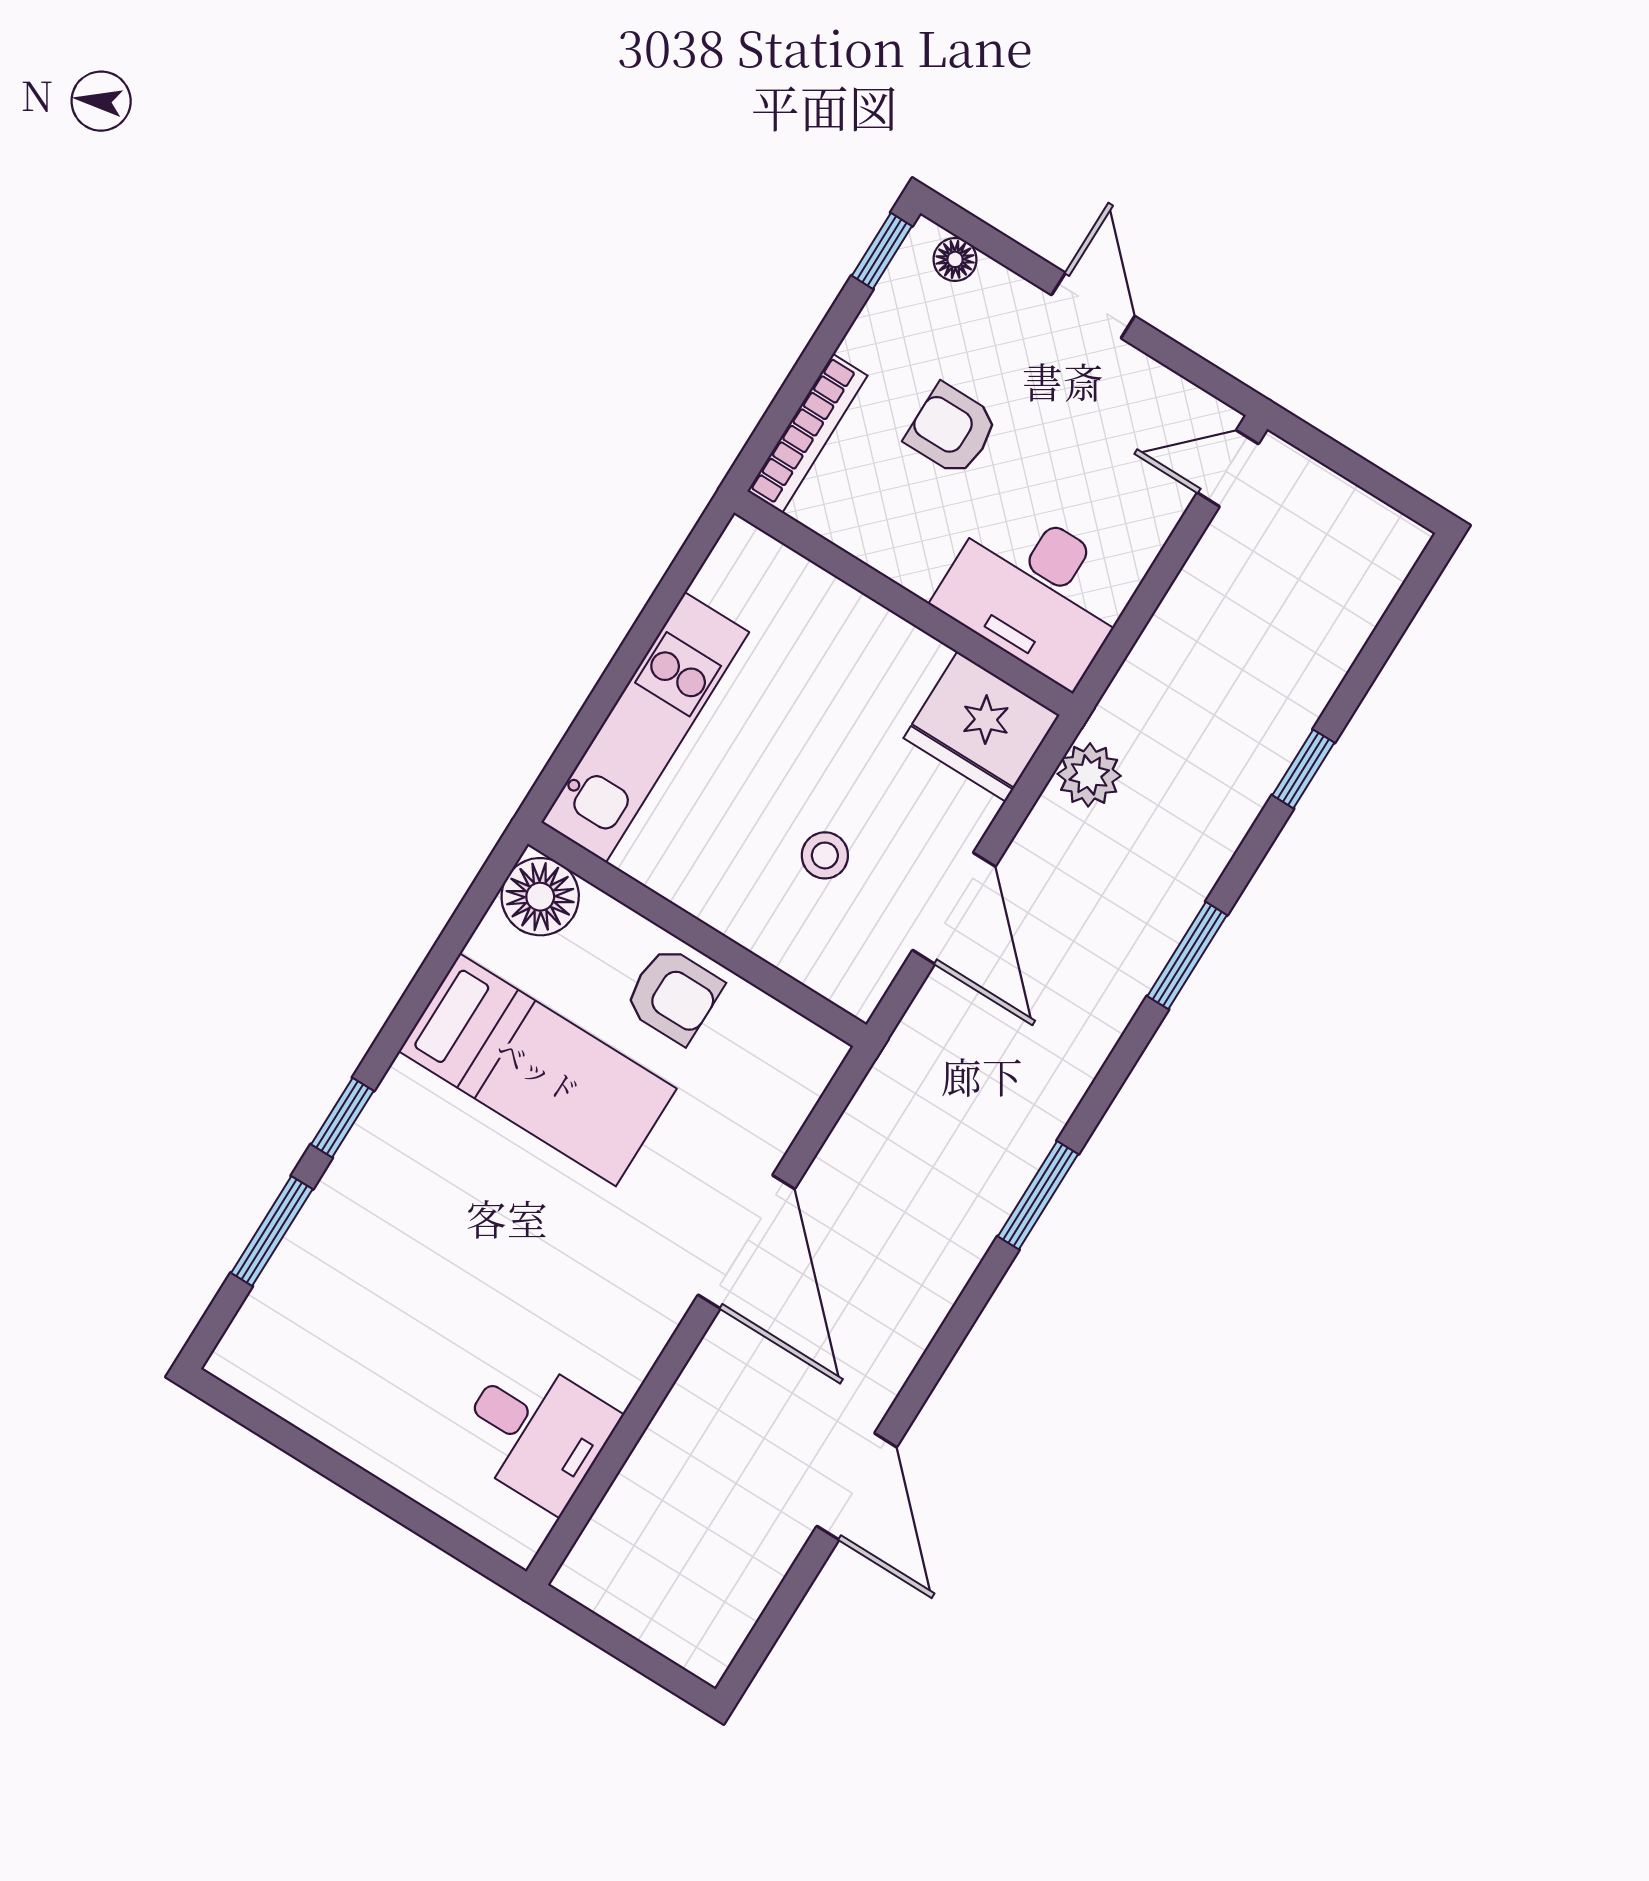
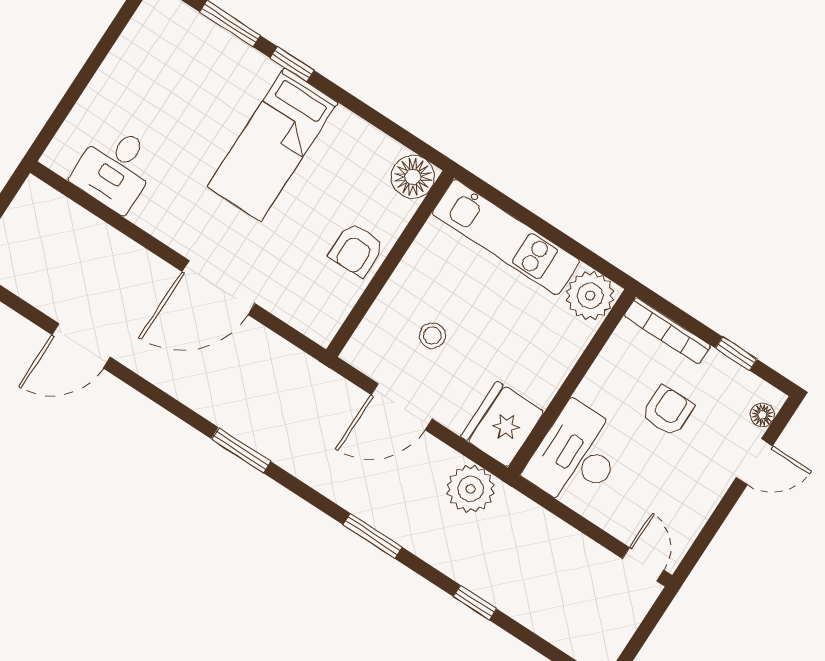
window: (882, 251) -> (736, 354), moved
door: (1093, 306) -> (754, 462), moved
plant: (747, 574) -> (590, 296), added
plant: (1089, 775) -> (471, 489), width x1.36, depth x1.36
bed: (538, 1070) -> (272, 145), moved

